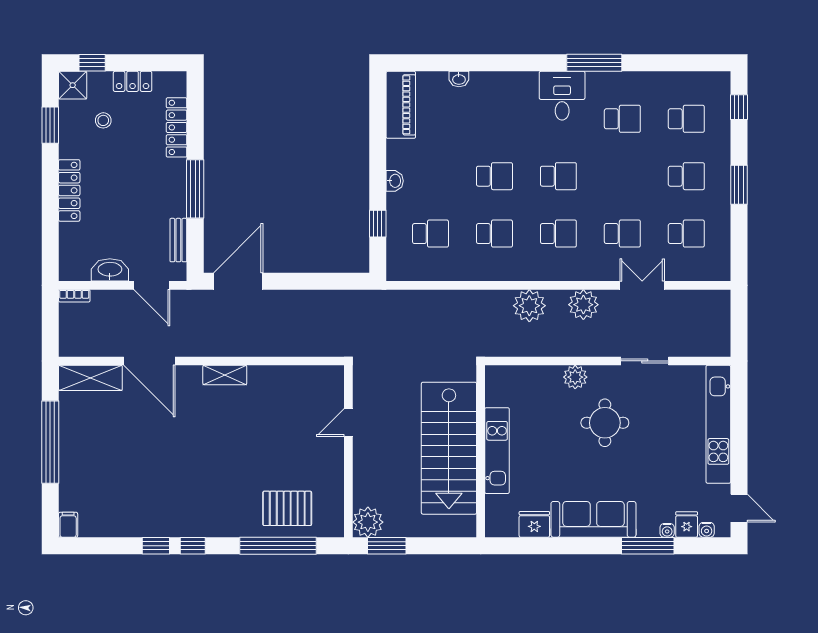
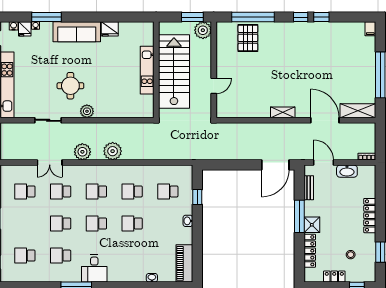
shower: (73, 85) -> (312, 225), moved
school desk: (686, 176) -> (61, 224), moved
stairs: (449, 448) -> (174, 72), moved
wall: (481, 451) -> (156, 70), moved
kitchen unit: (497, 451) -> (147, 70), moved
pallet: (287, 508) -> (248, 38), turned 90

